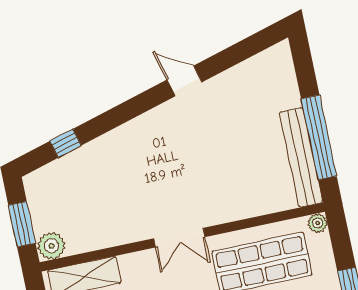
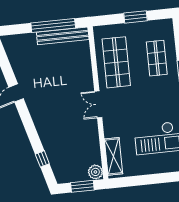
plant: (318, 223) -> (98, 31), removed
double door: (179, 238) -> (98, 104), swing flipped

